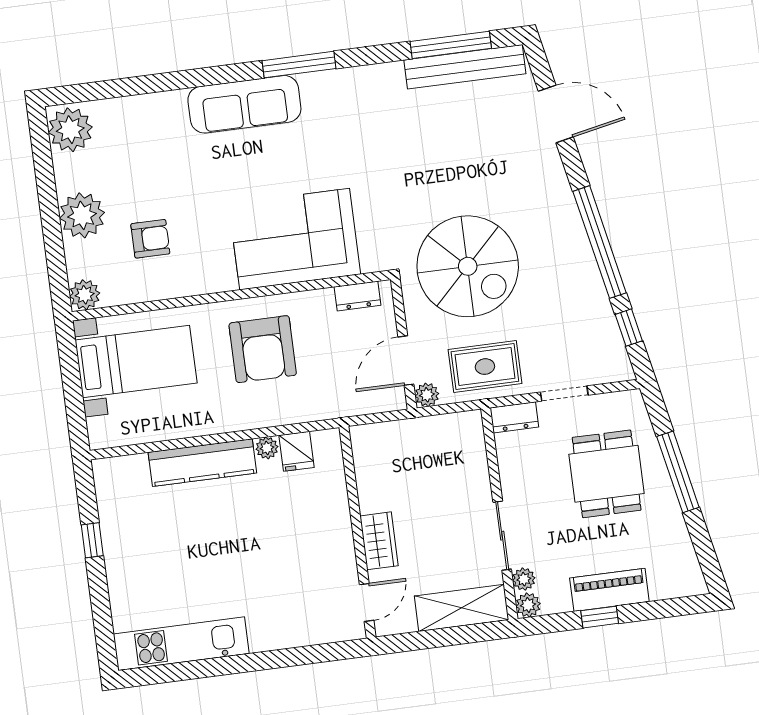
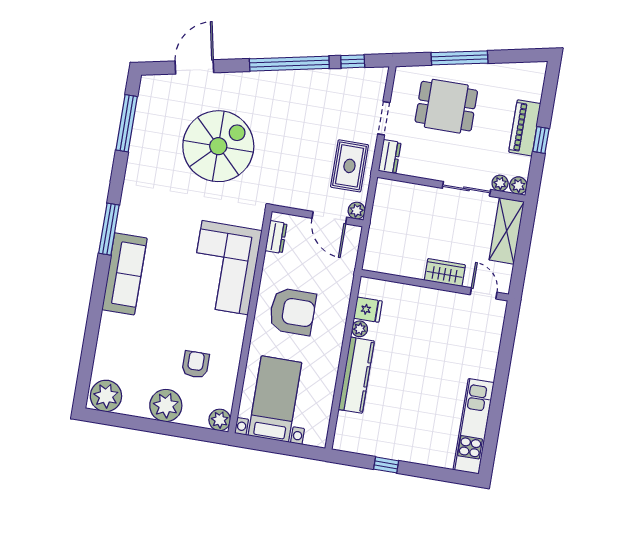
bench: (465, 67) -> (144, 118), removed
spiral stairs: (468, 266) -> (218, 146), moved

